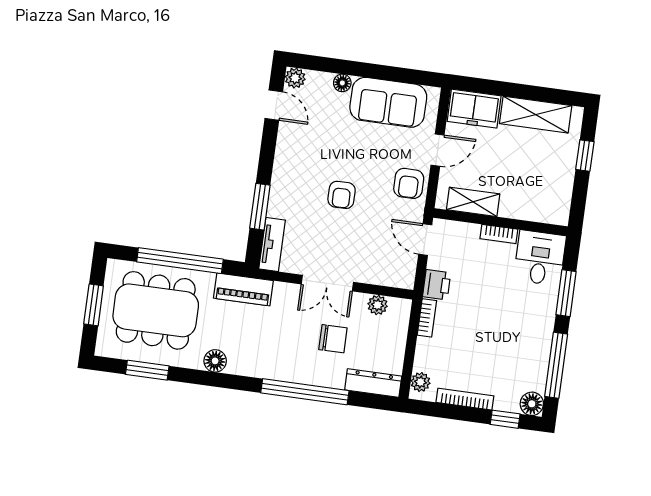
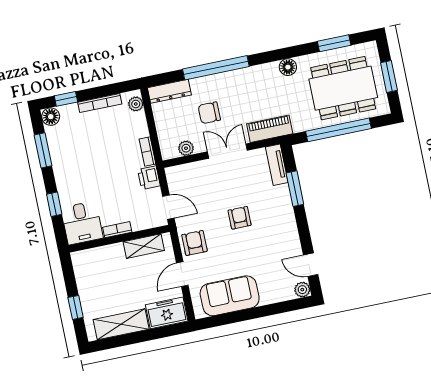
floor lamp: (342, 83) -> (267, 298), removed
piano: (243, 289) -> (270, 129), moved
window: (566, 293) -> (54, 204), width x0.67
window: (556, 365) -> (43, 150), width x0.69

